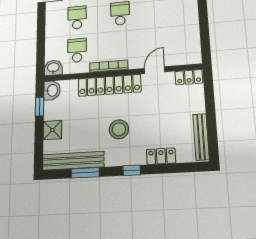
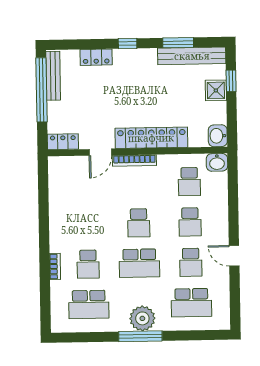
bookcase: (109, 66) -> (134, 160), moved
window: (40, 107) -> (231, 81), moved
window: (211, 123) -> (42, 90), added
stool: (119, 129) -> (141, 88), removed

